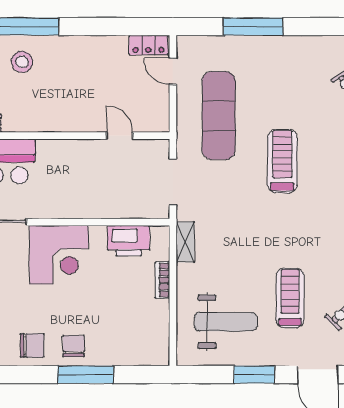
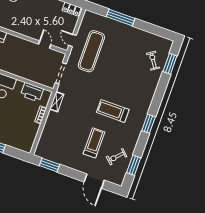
door: (173, 71) -> (72, 40), moved
treadmill: (282, 161) -> (113, 111), moved, turned -90
weight bench: (226, 322) -> (62, 143), removed
window: (254, 375) -> (49, 165), moved

